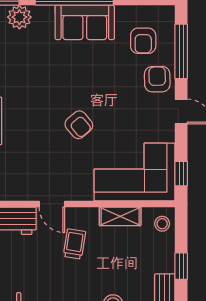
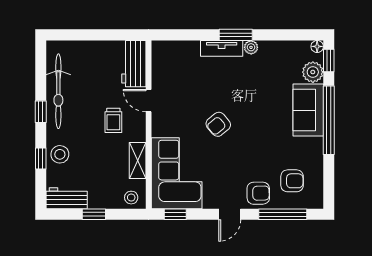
sofa: (85, 22) -> (308, 110), moved
armchair: (143, 41) -> (292, 181), turned 180
door: (52, 204) -> (149, 101), hinge flipped
trolley: (74, 244) -> (113, 120), turned 81

